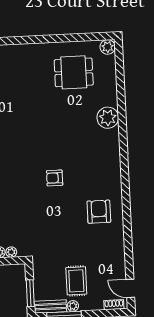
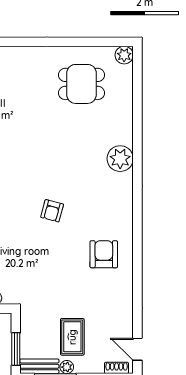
plant: (108, 118) -> (120, 159), moved
armchair: (55, 178) -> (52, 211), turned -75

